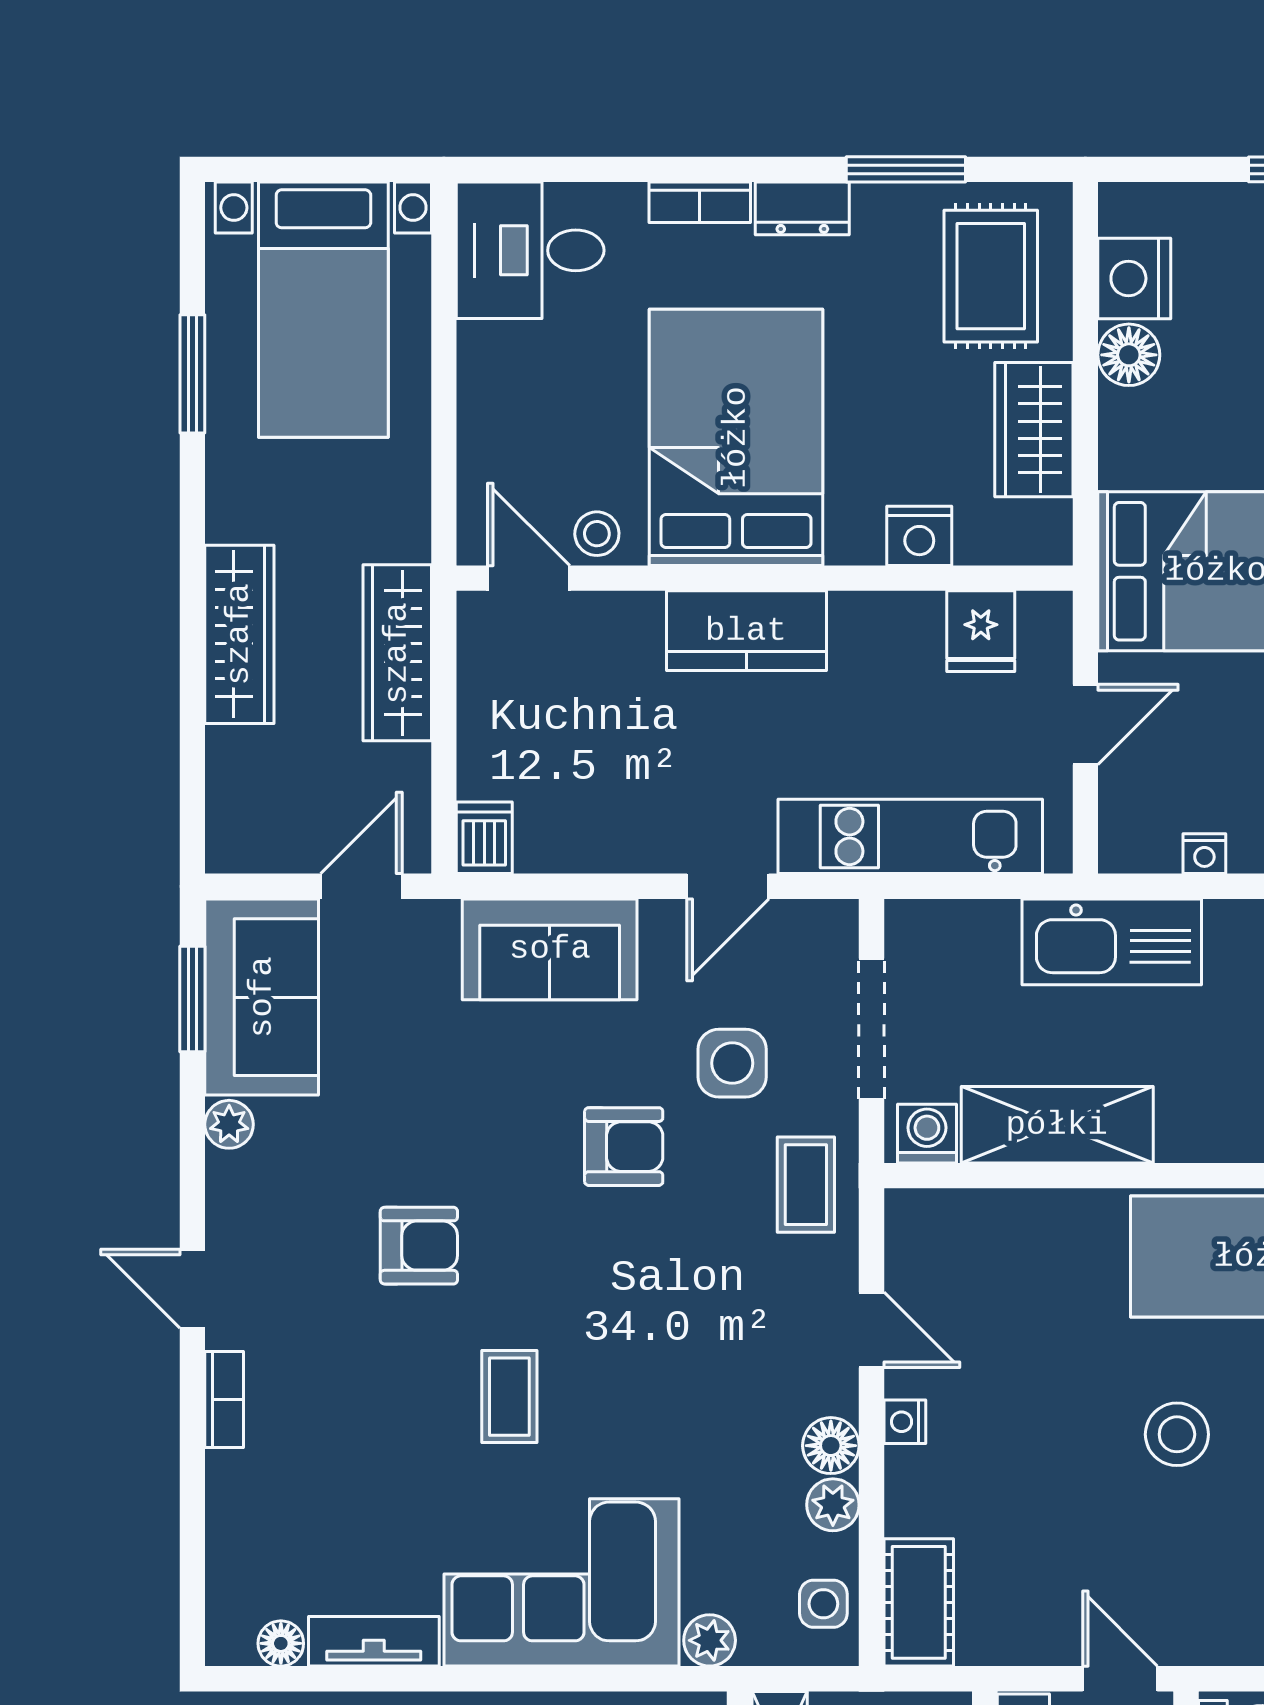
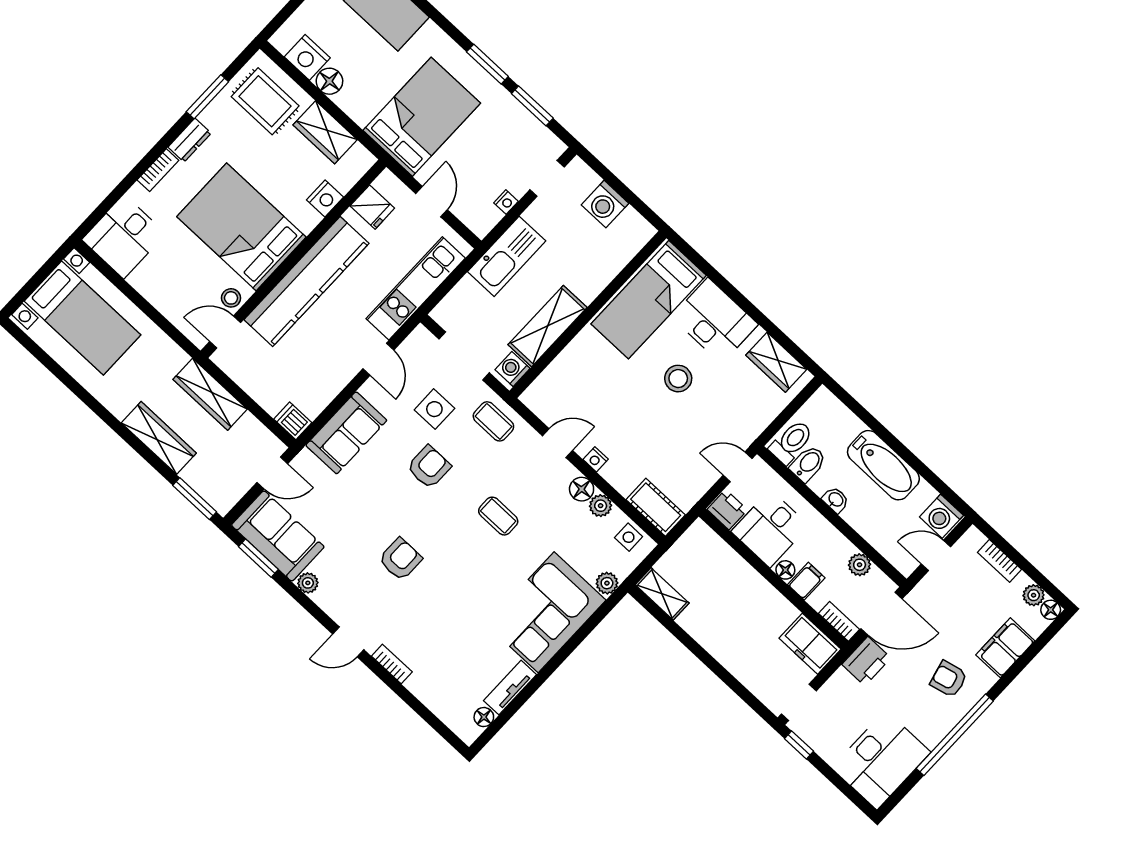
window: (192, 374) -> (195, 499), moved
kitchen counter: (746, 631) -> (306, 282), width x2.08, depth x1.17
door: (361, 886) -> (272, 473), swing flipped
coffee table: (509, 1397) -> (498, 516), moved

